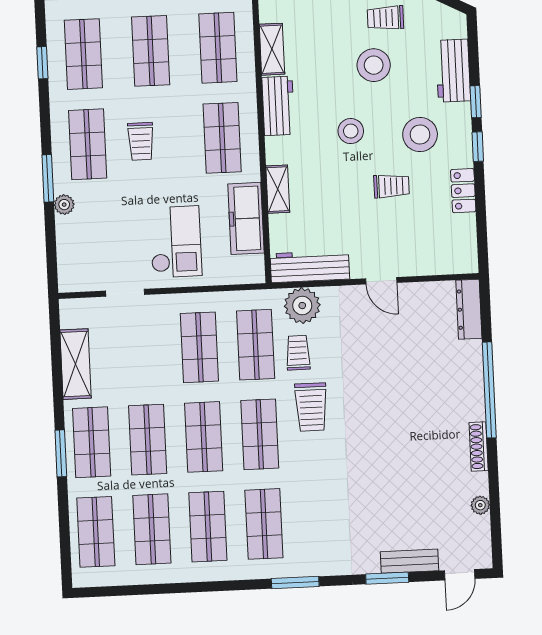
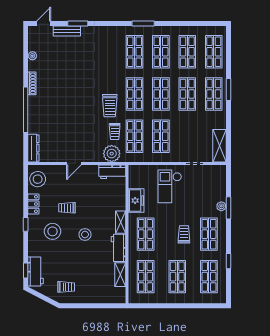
window: (42, 63) -> (228, 261), moved
stool: (374, 65) -> (38, 179), moved
workbench: (453, 71) -> (36, 272), moved
window: (476, 102) -> (26, 271), moved
window: (48, 178) -> (228, 208), moved
shelving: (278, 189) -> (121, 222), moved
freezer: (246, 218) -> (136, 201), width x0.71
workbench: (310, 266) -> (112, 172), width x0.73
door: (381, 281) -> (74, 163), swing flipped
shelving: (76, 364) -> (220, 146), moved
trolley: (311, 407) -> (110, 106), turned 180
window: (295, 582) -> (143, 24), moved

